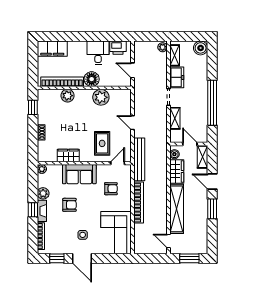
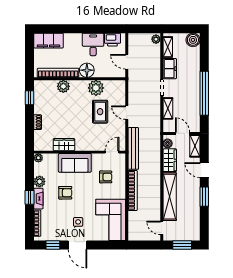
rug: (102, 143) -> (100, 112), moved

